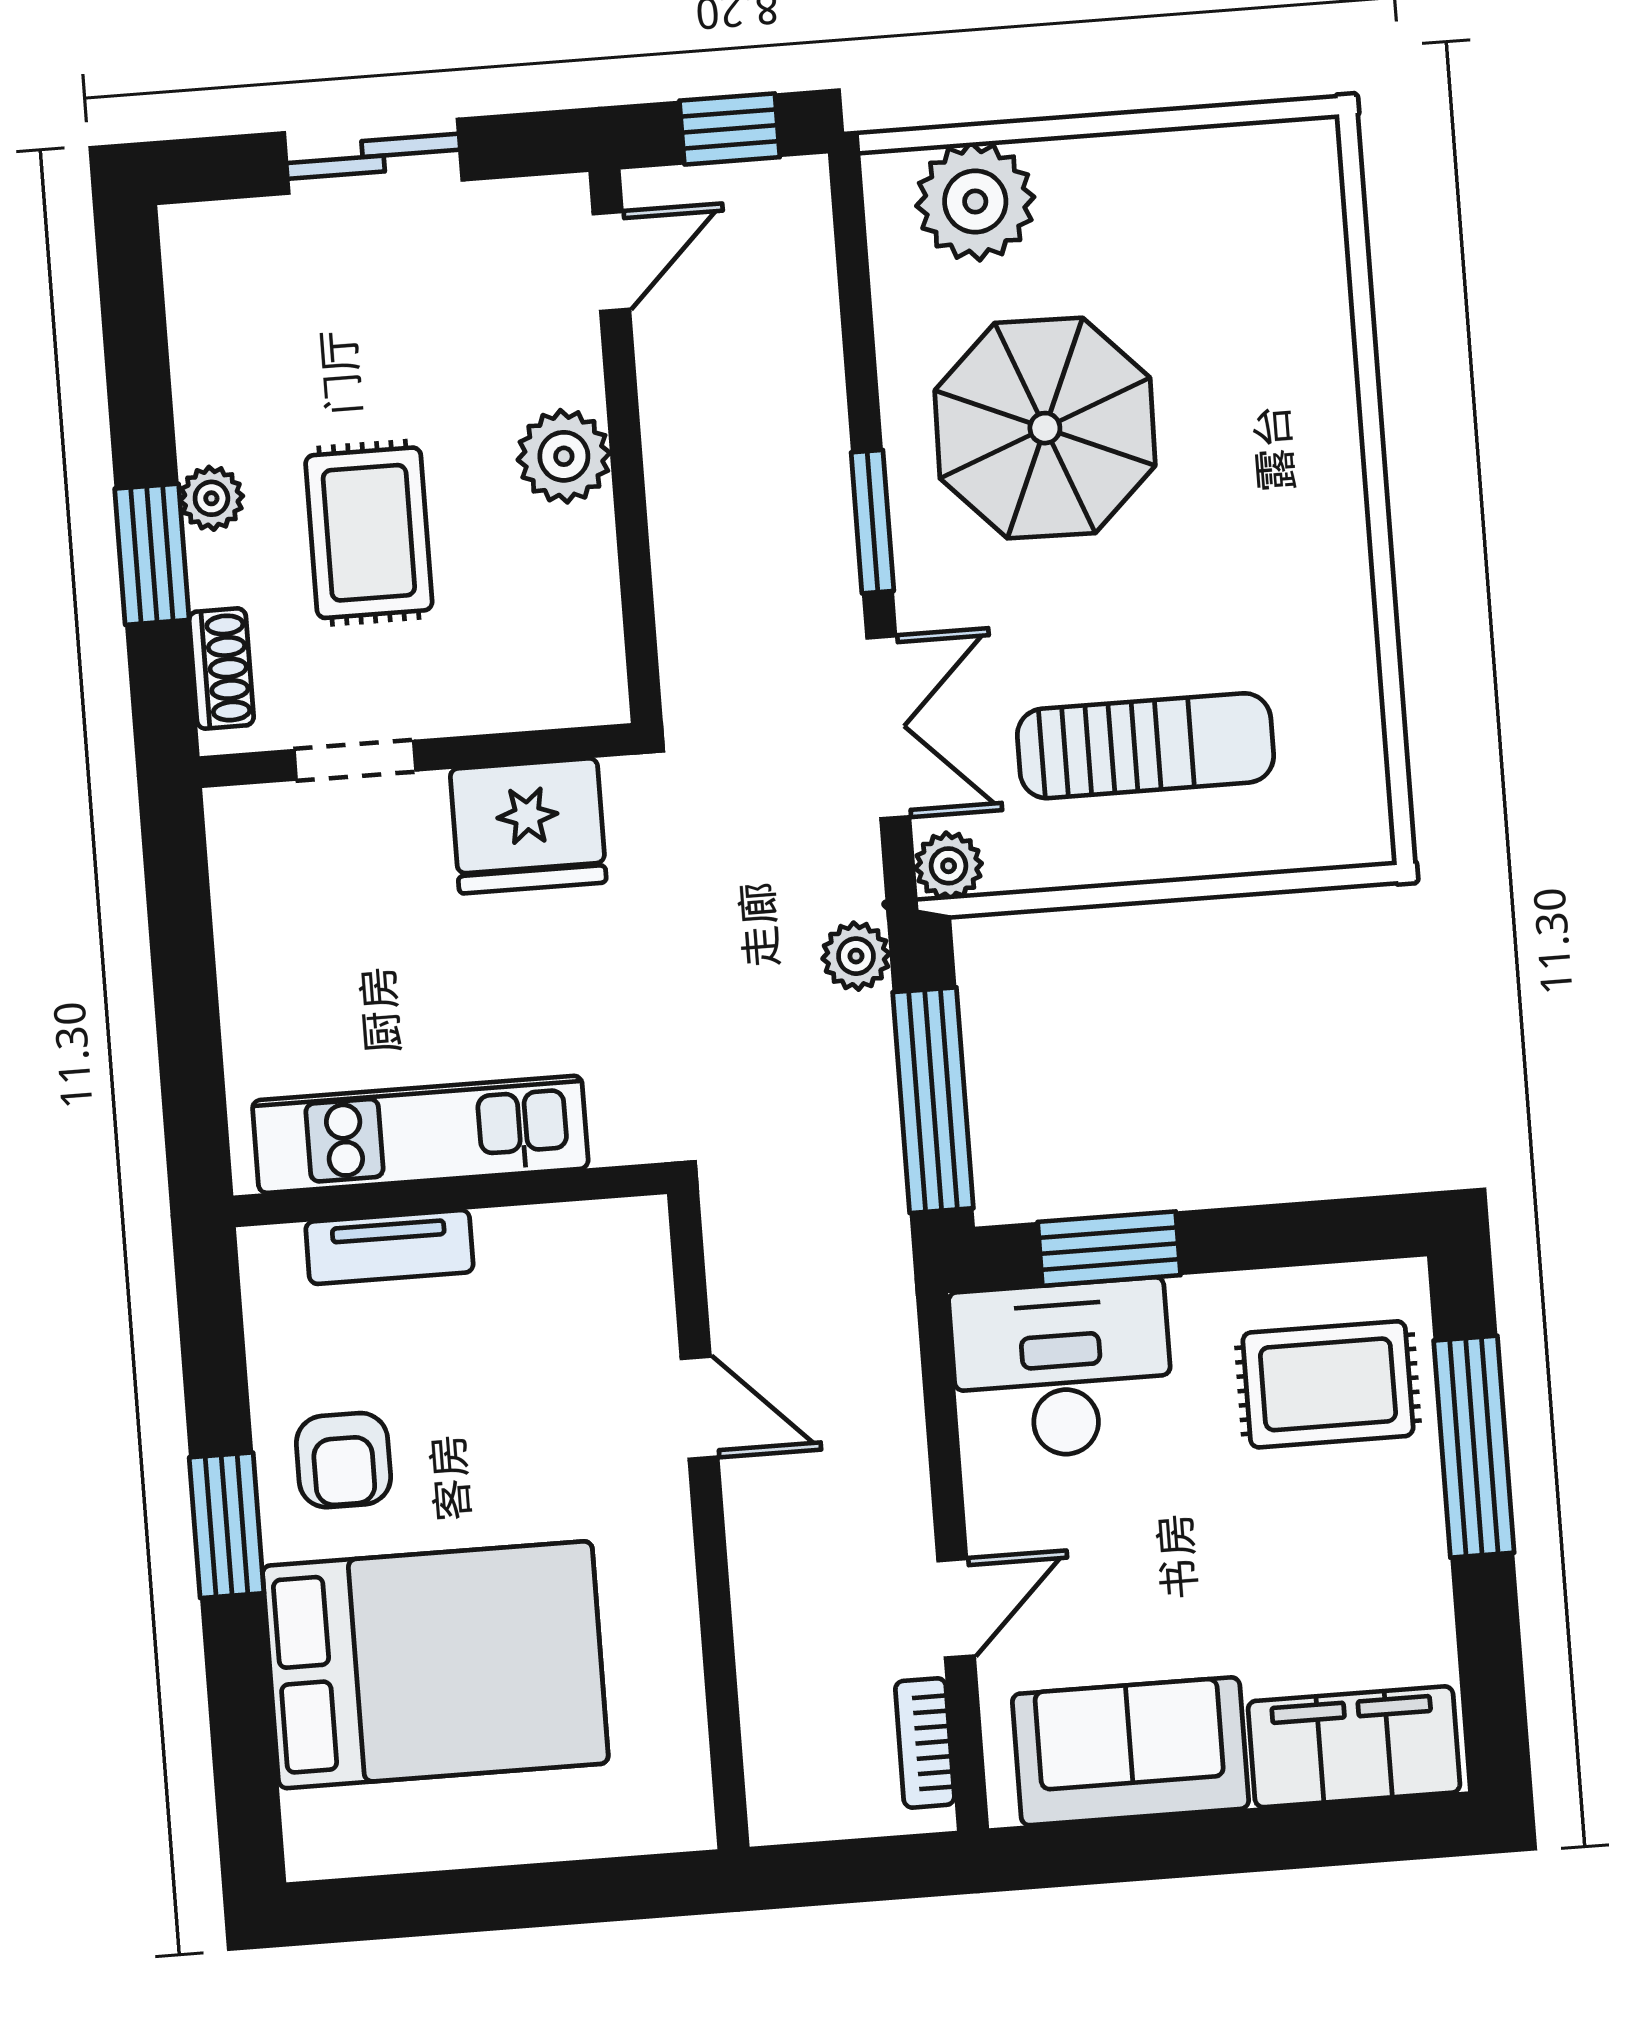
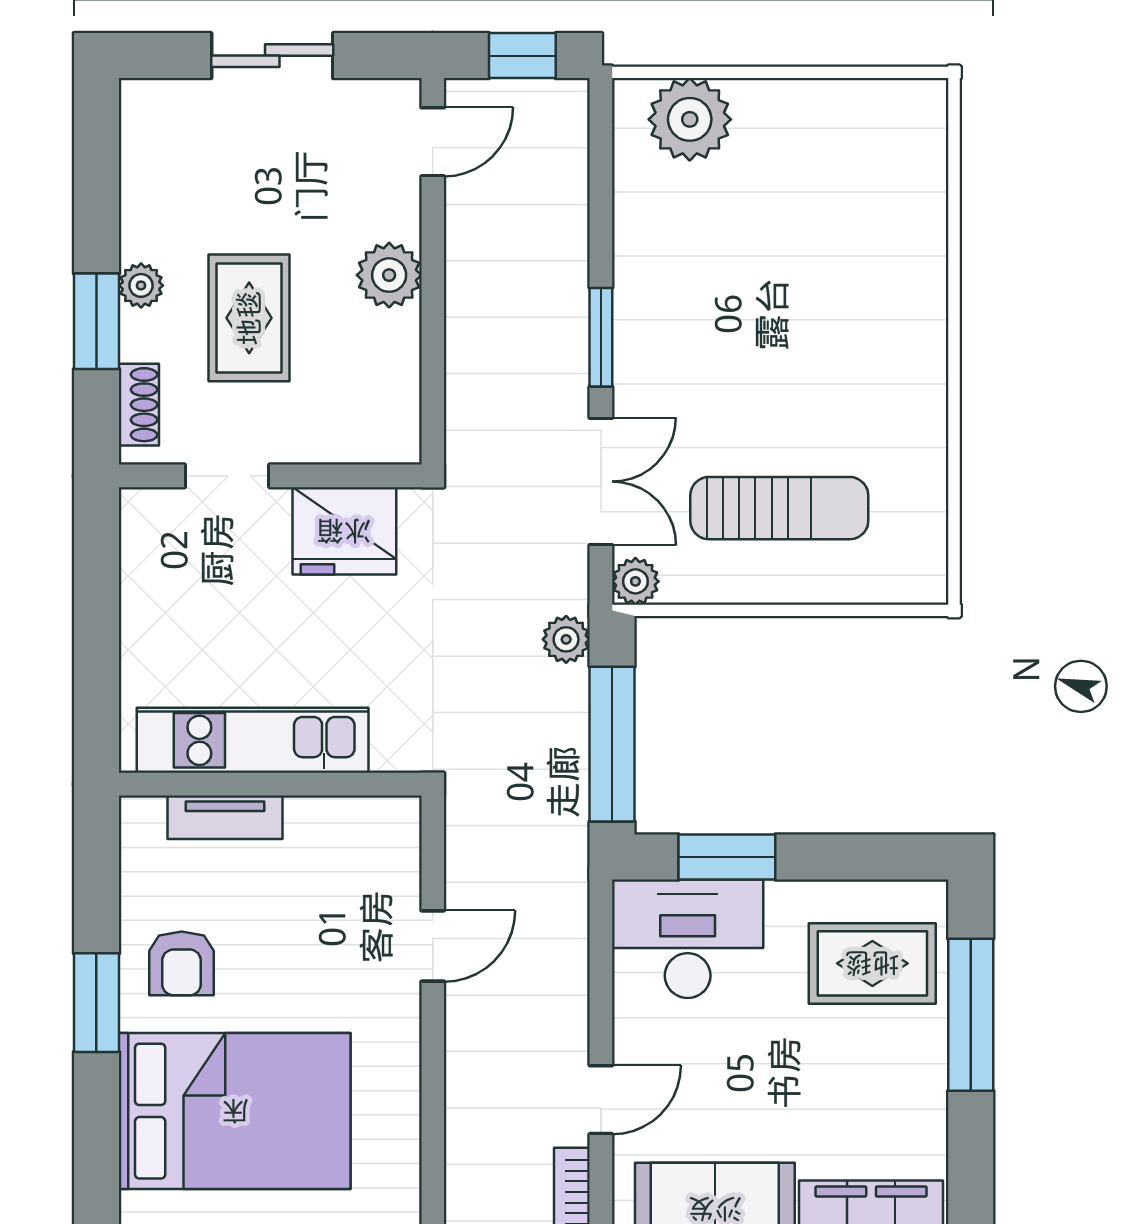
parasol: (1045, 428) -> (726, 281), removed
door: (700, 1408) -> (433, 946), hinge flipped

